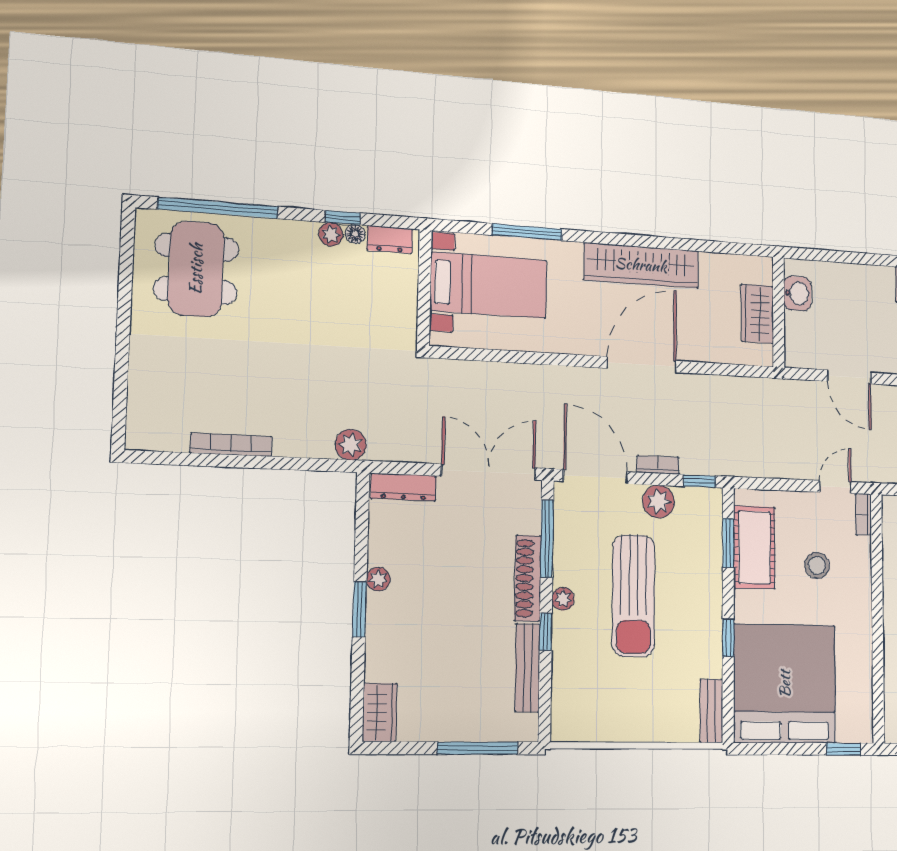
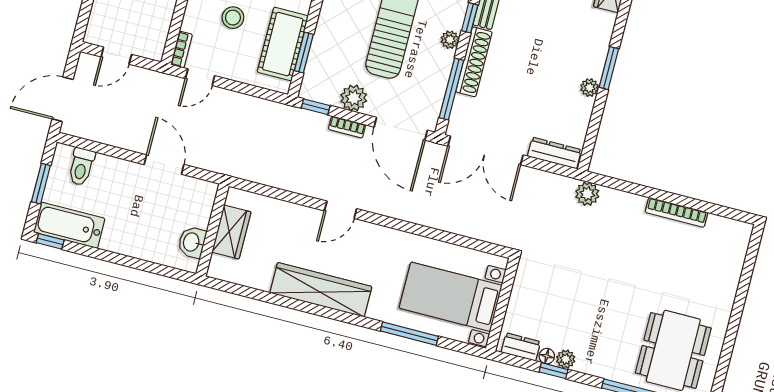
door: (642, 364) -> (341, 210), width x0.53

